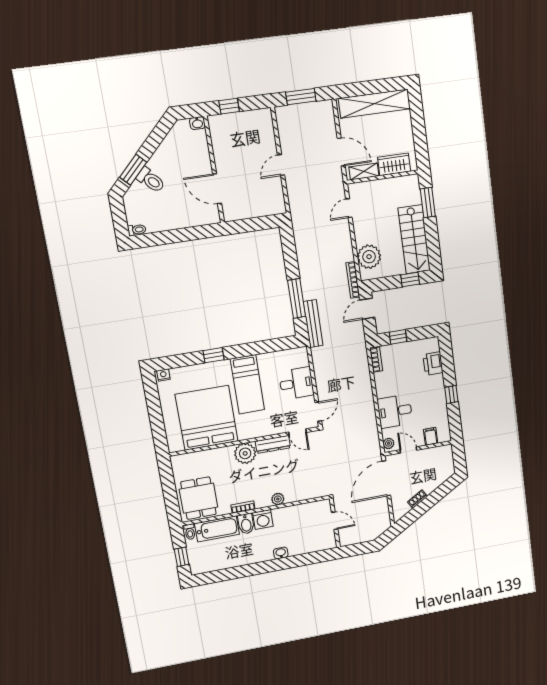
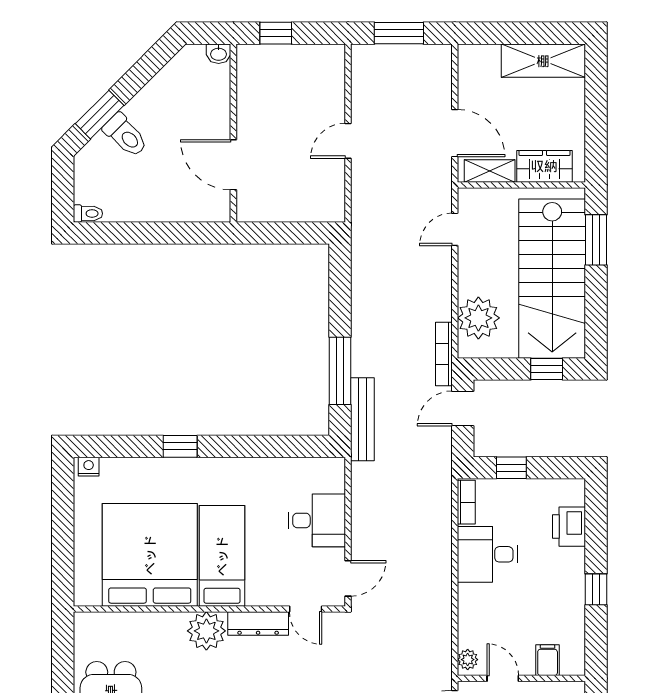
shelving: (374, 104) -> (543, 61), width x0.68
stairs: (414, 239) -> (552, 279), width x1.36, depth x1.51
bed: (247, 384) -> (222, 556), moved, turned 180
desk: (395, 411) -> (488, 554), moved

